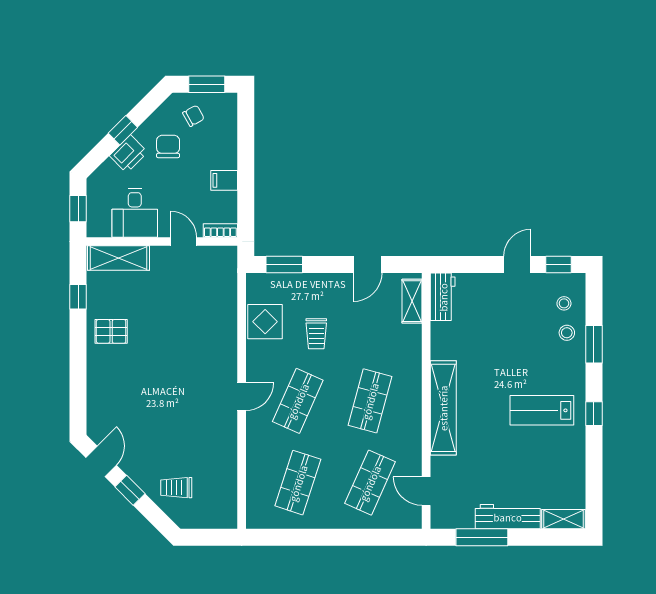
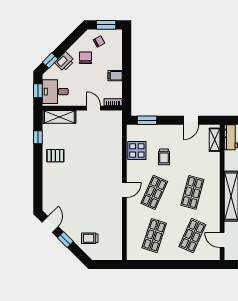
window: (123, 130) -> (50, 60), moved
desk: (135, 213) -> (55, 92), moved, turned 90

